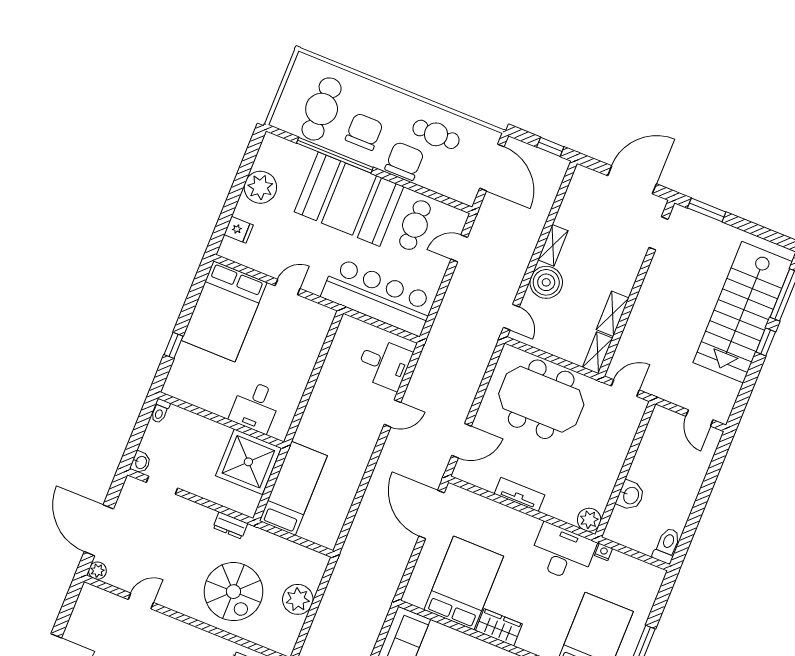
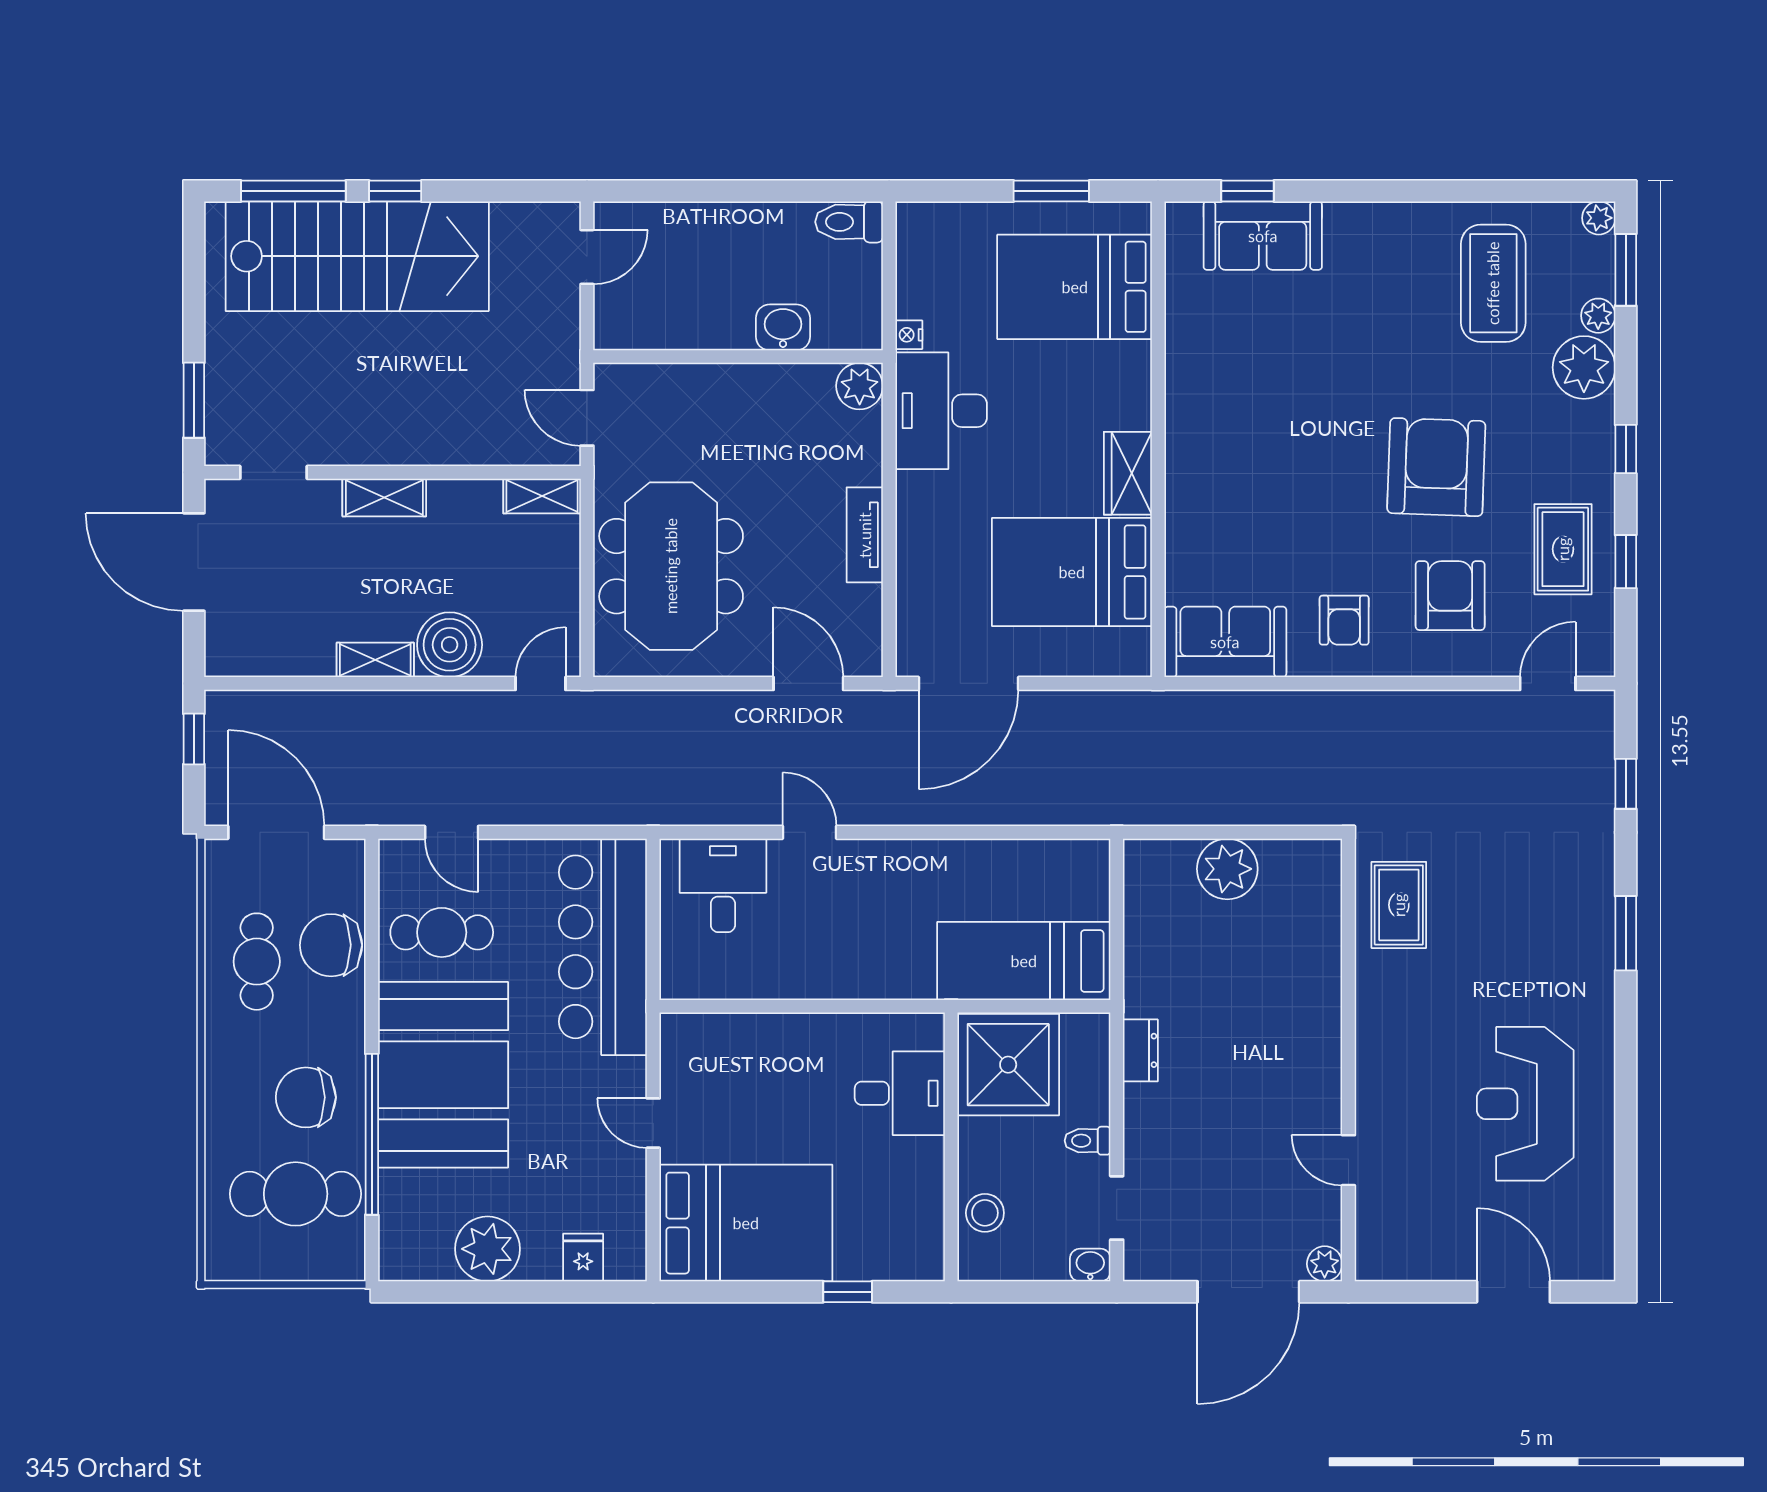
chair: (404, 161) -> (331, 945), moved
door: (492, 167) -> (276, 832), hinge flipped
shelving: (613, 314) -> (384, 497), moved
toilet: (160, 411) -> (1088, 1141), moved, turned 180
stool: (184, 423) -> (985, 1213), added
spiral stairs: (233, 592) -> (1261, 995), removed

